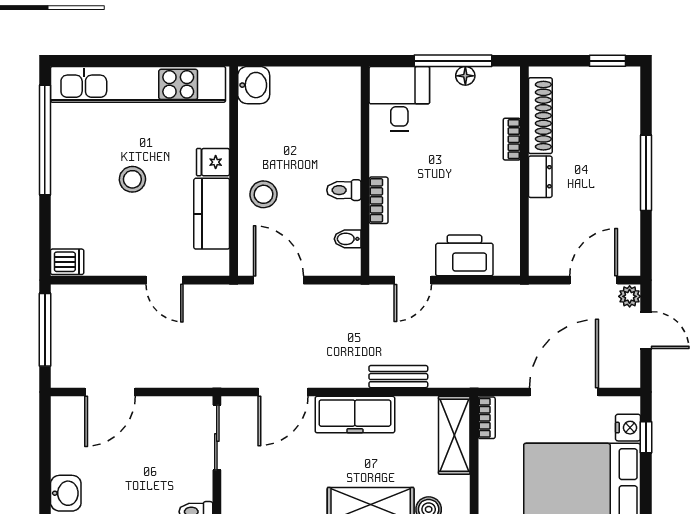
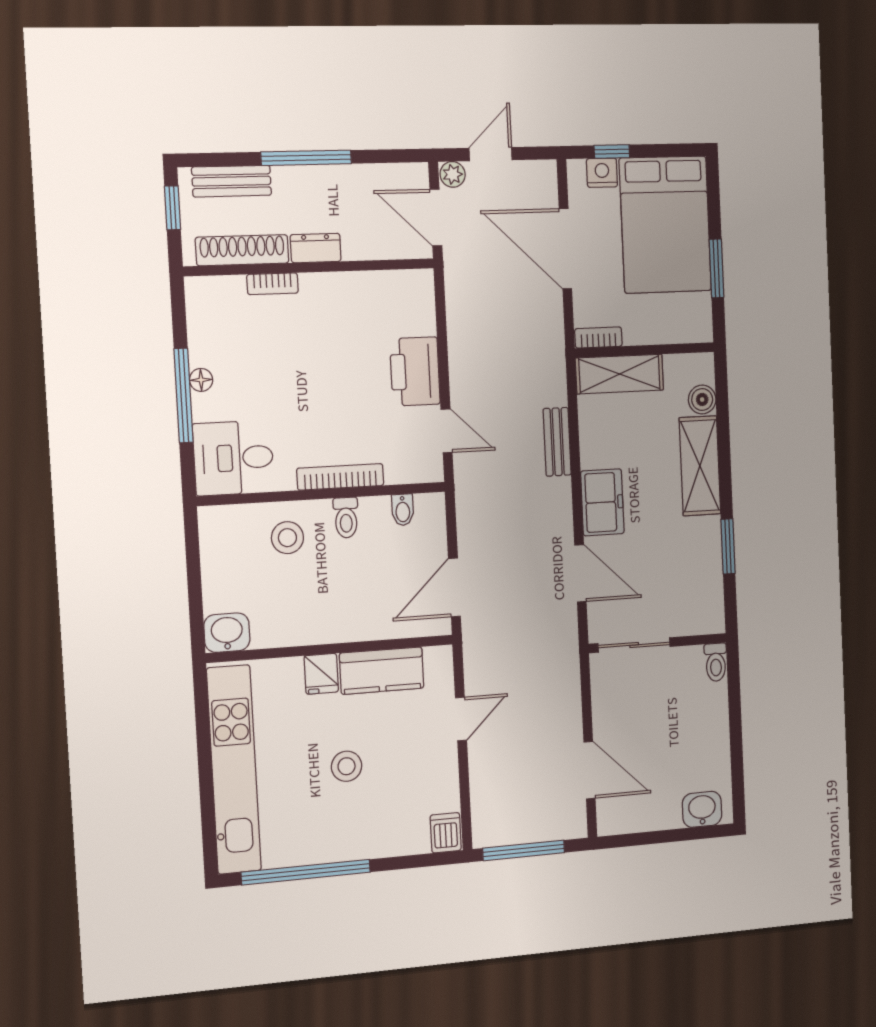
bench: (628, 110) -> (232, 181), added
shoe rack: (540, 116) -> (242, 250), moved
bookcase: (512, 139) -> (273, 284), moved
wall: (524, 171) -> (310, 267), moved
dresser: (540, 177) -> (316, 248), moved
stool: (264, 194) -> (287, 538), moved
bookcase: (379, 200) -> (340, 477), width x1.56
freezer: (355, 415) -> (602, 502), width x0.71

